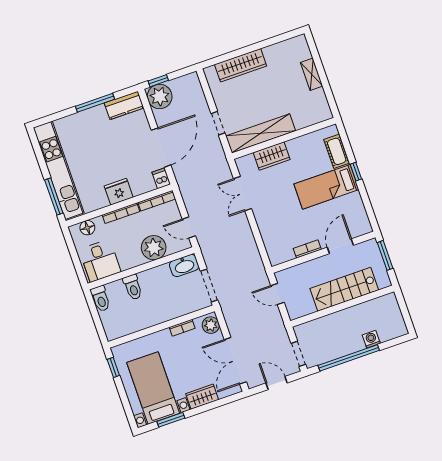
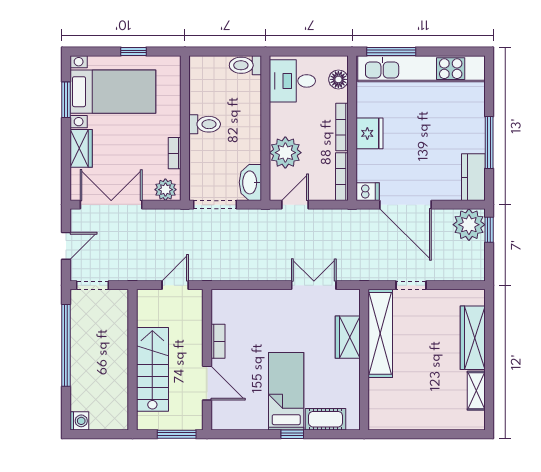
shelving: (312, 74) -> (476, 391), moved, turned 90
toilet: (133, 287) -> (205, 124), moved, turned 180
washing machine: (371, 339) -> (79, 421), moved
window: (113, 367) -> (133, 51), moved

